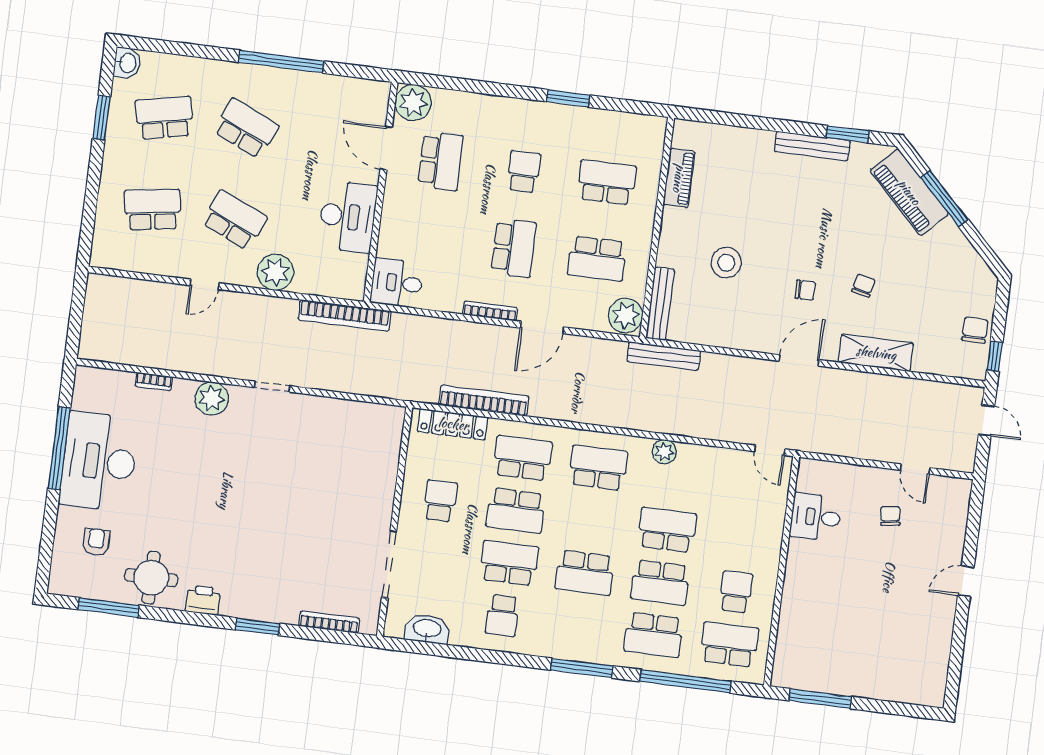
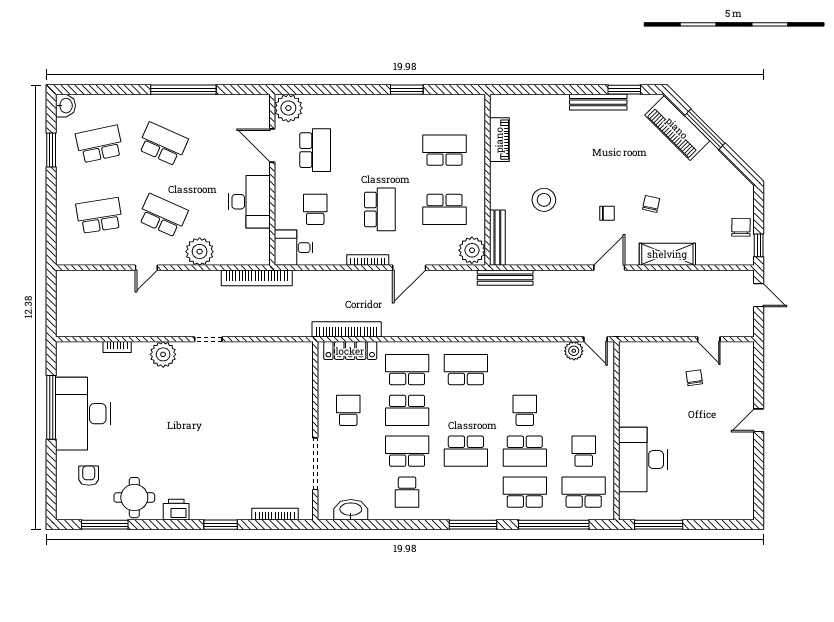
school desk: (524, 172) -> (315, 209), moved
bookcase: (484, 401) -> (347, 329), moved
plant: (664, 452) -> (574, 351), moved
desk: (816, 517) -> (643, 460), moved, width x1.87, depth x1.30
school desk: (667, 530) -> (525, 410), width x0.54
school desk: (654, 635) -> (525, 492), turned 180

